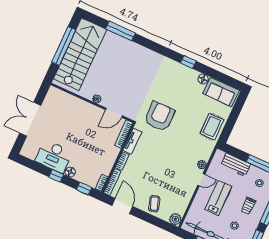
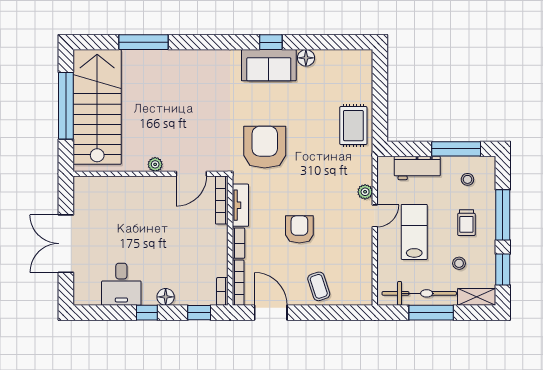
sofa: (221, 92) -> (269, 65), moved
desk: (54, 156) -> (121, 284), width x0.73
armchair: (158, 169) -> (299, 229), added
plant: (175, 219) -> (363, 296), removed

